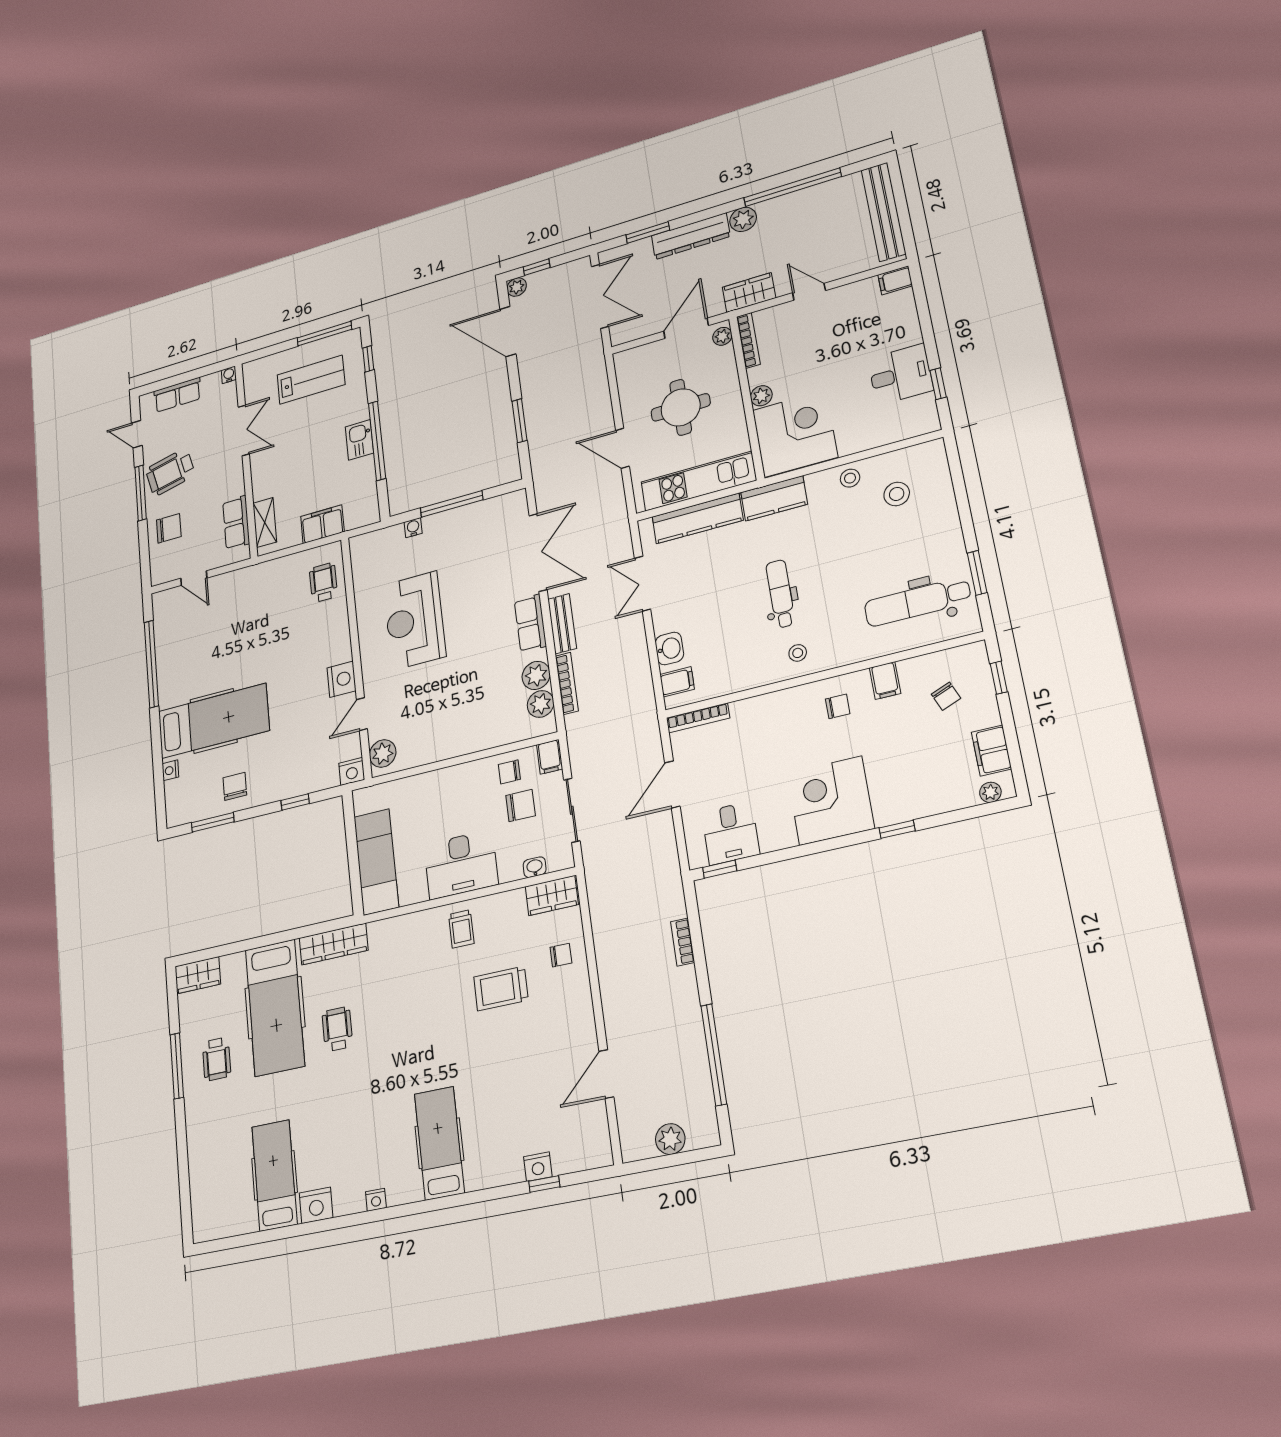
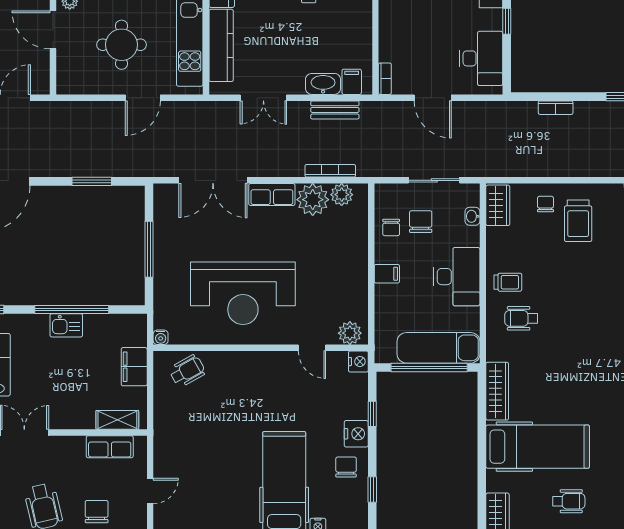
water cooler: (413, 528) -> (161, 337), moved, turned -90
double door: (538, 552) -> (213, 180), swing flipped
wheelchair: (323, 582) -> (187, 371), turned 151
reception desk: (415, 620) -> (243, 293), width x1.36, depth x1.30
bench: (562, 624) -> (335, 110), moved
washbasin: (669, 649) -> (323, 84), width x1.38
plant: (536, 675) -> (313, 200), width x1.36, depth x1.36
nightstand: (342, 679) -> (356, 434), moved, turned 90
bookcase: (698, 718) -> (385, 79), width x0.64
filing cabinet: (550, 757) -> (387, 274), moved
chair: (235, 786) -> (346, 467), turned 90
window: (213, 822) -> (372, 490), width x0.67
desk: (731, 833) -> (481, 58), width x1.37
window: (353, 856) -> (429, 367), added
window: (720, 869) -> (507, 21), moved
trolley: (501, 989) -> (578, 221), moved
wheelchair: (337, 1029) -> (521, 318), moved

